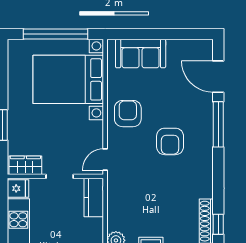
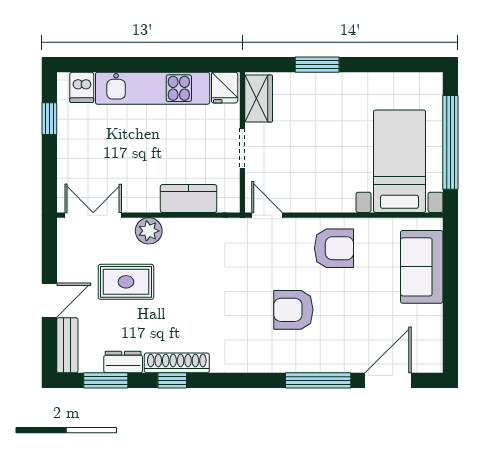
bed with nightstands: (68, 79) -> (400, 161), width x0.73
kitchen counter: (94, 198) -> (189, 199), moved

